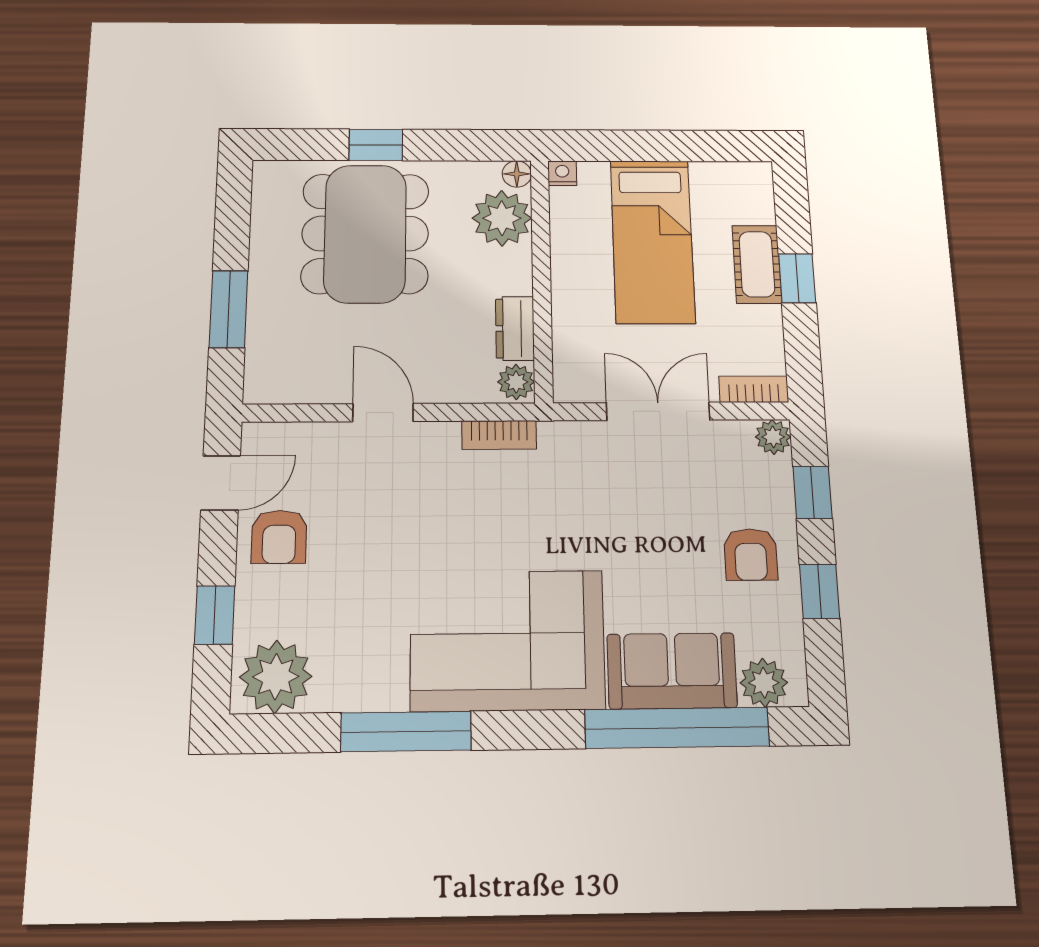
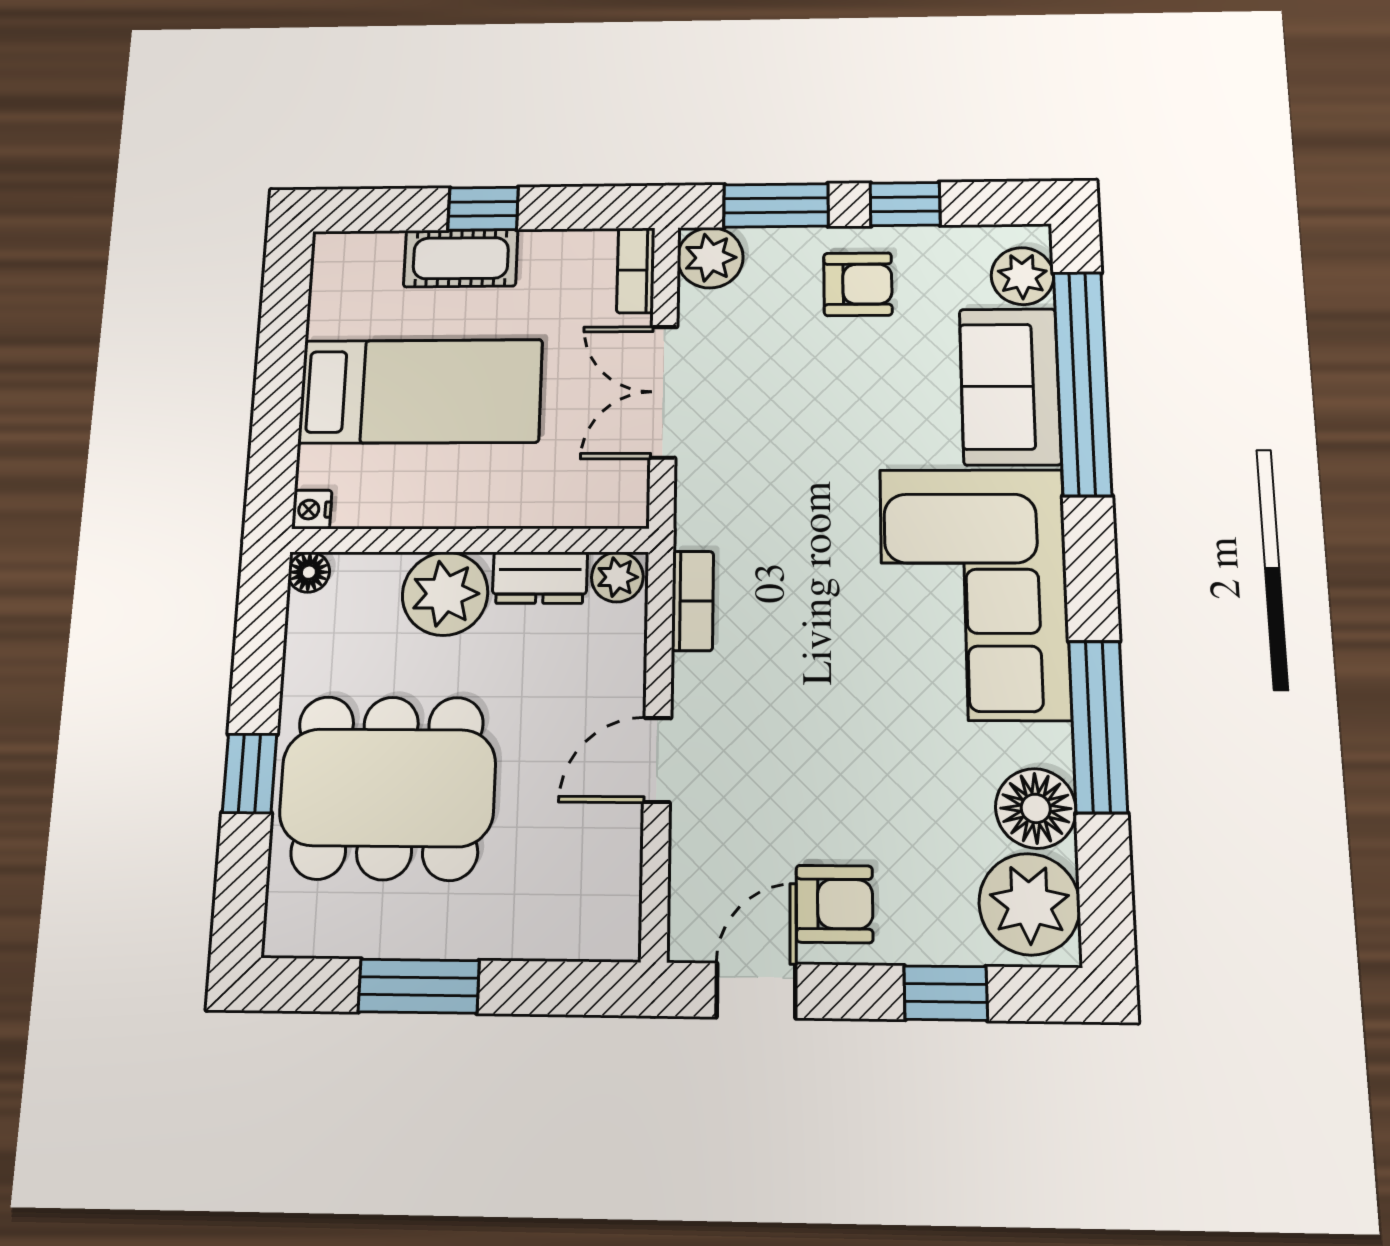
plant: (502, 218) -> (445, 594), moved
window: (229, 309) -> (419, 986), moved
plant: (773, 437) -> (710, 258), width x1.38, depth x1.38
door: (221, 483) -> (756, 991), hinge flipped
window: (812, 492) -> (776, 205), width x1.50
floor lamp: (345, 683) -> (1036, 808), added

